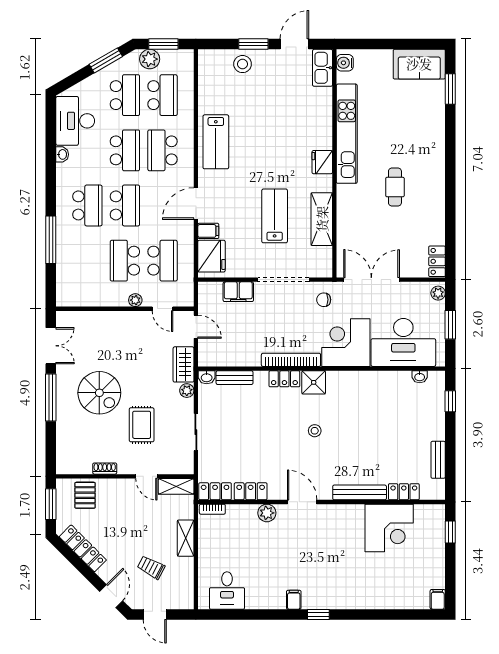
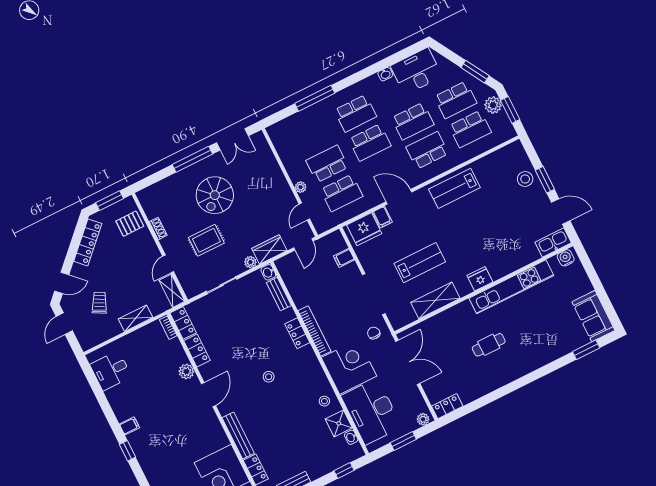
filing cabinet: (238, 292) -> (344, 258), width x0.50
shower: (314, 382) -> (339, 423), moved
stool: (369, 386) -> (324, 401), added

